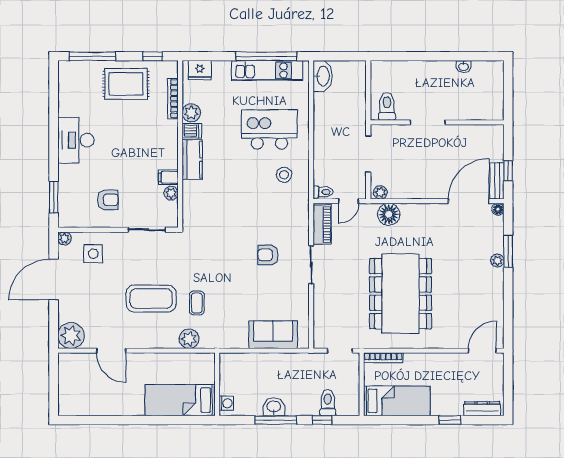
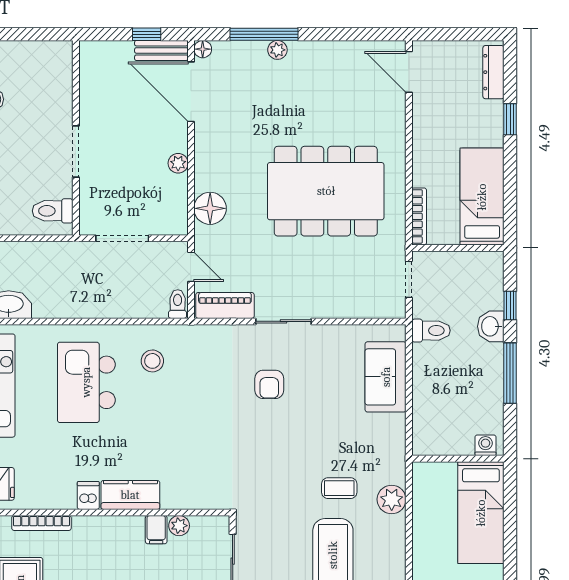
plant: (191, 113) -> (62, 496), removed
plant: (380, 192) -> (178, 163), moved
window: (508, 251) -> (264, 34), width x1.44
toilet: (328, 403) -> (431, 331), moved, turned 180
washbasin: (274, 407) -> (491, 326), moved

